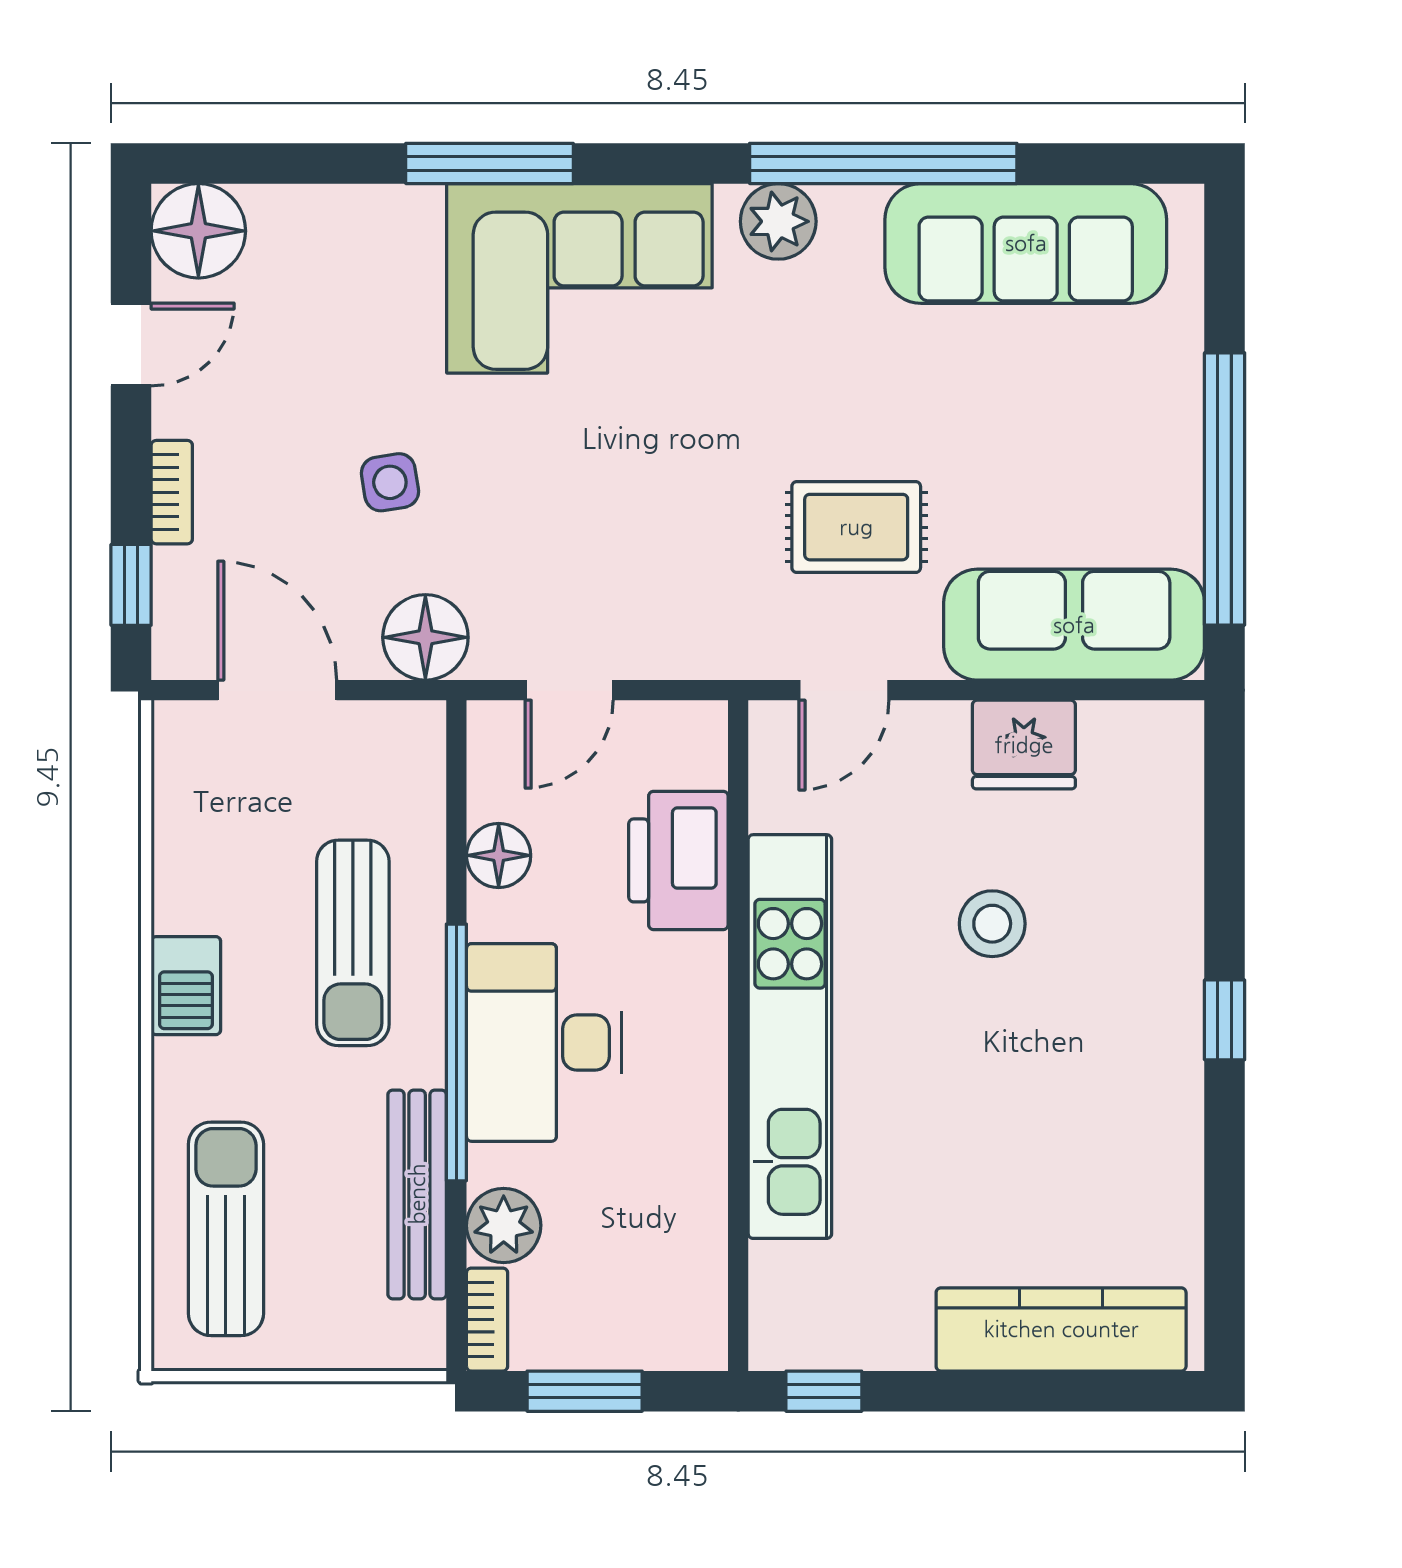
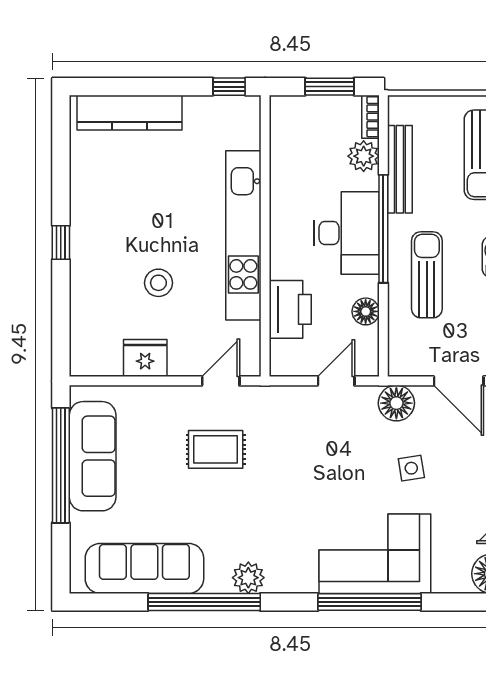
window: (490, 163) -> (369, 602), width x1.46
corner sofa: (579, 278) -> (375, 554), moved
sofa: (1074, 625) -> (93, 456), moved, turned -90

